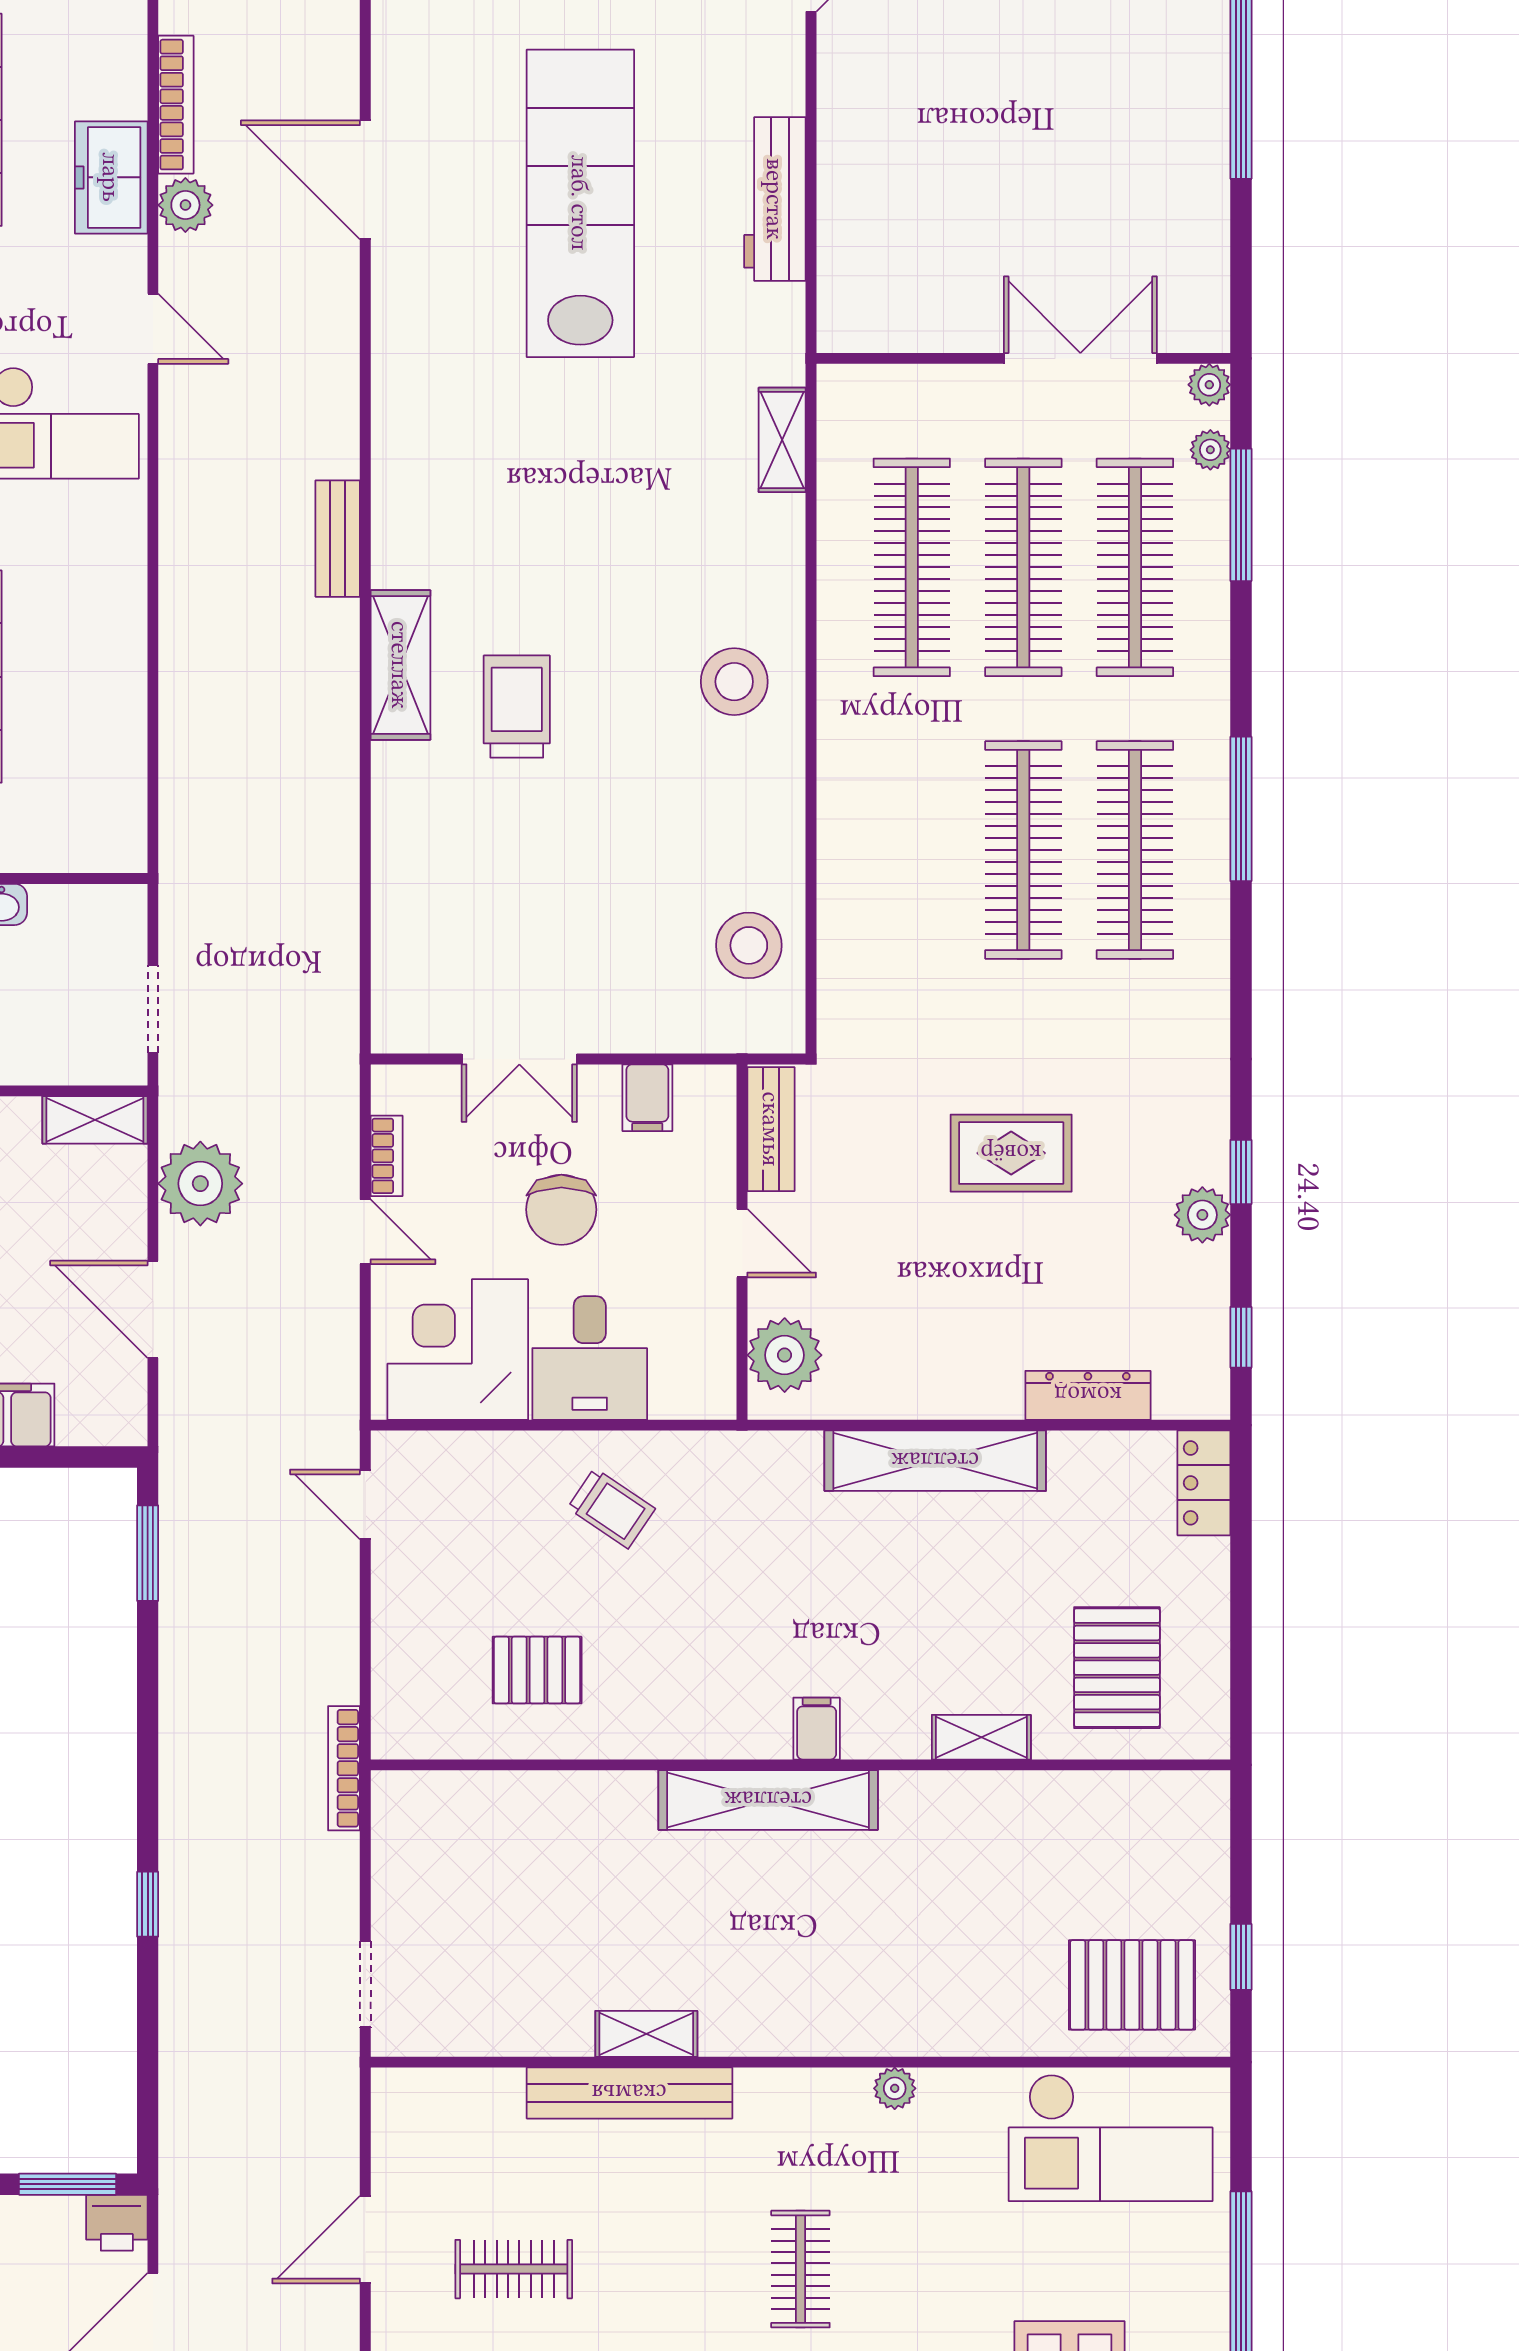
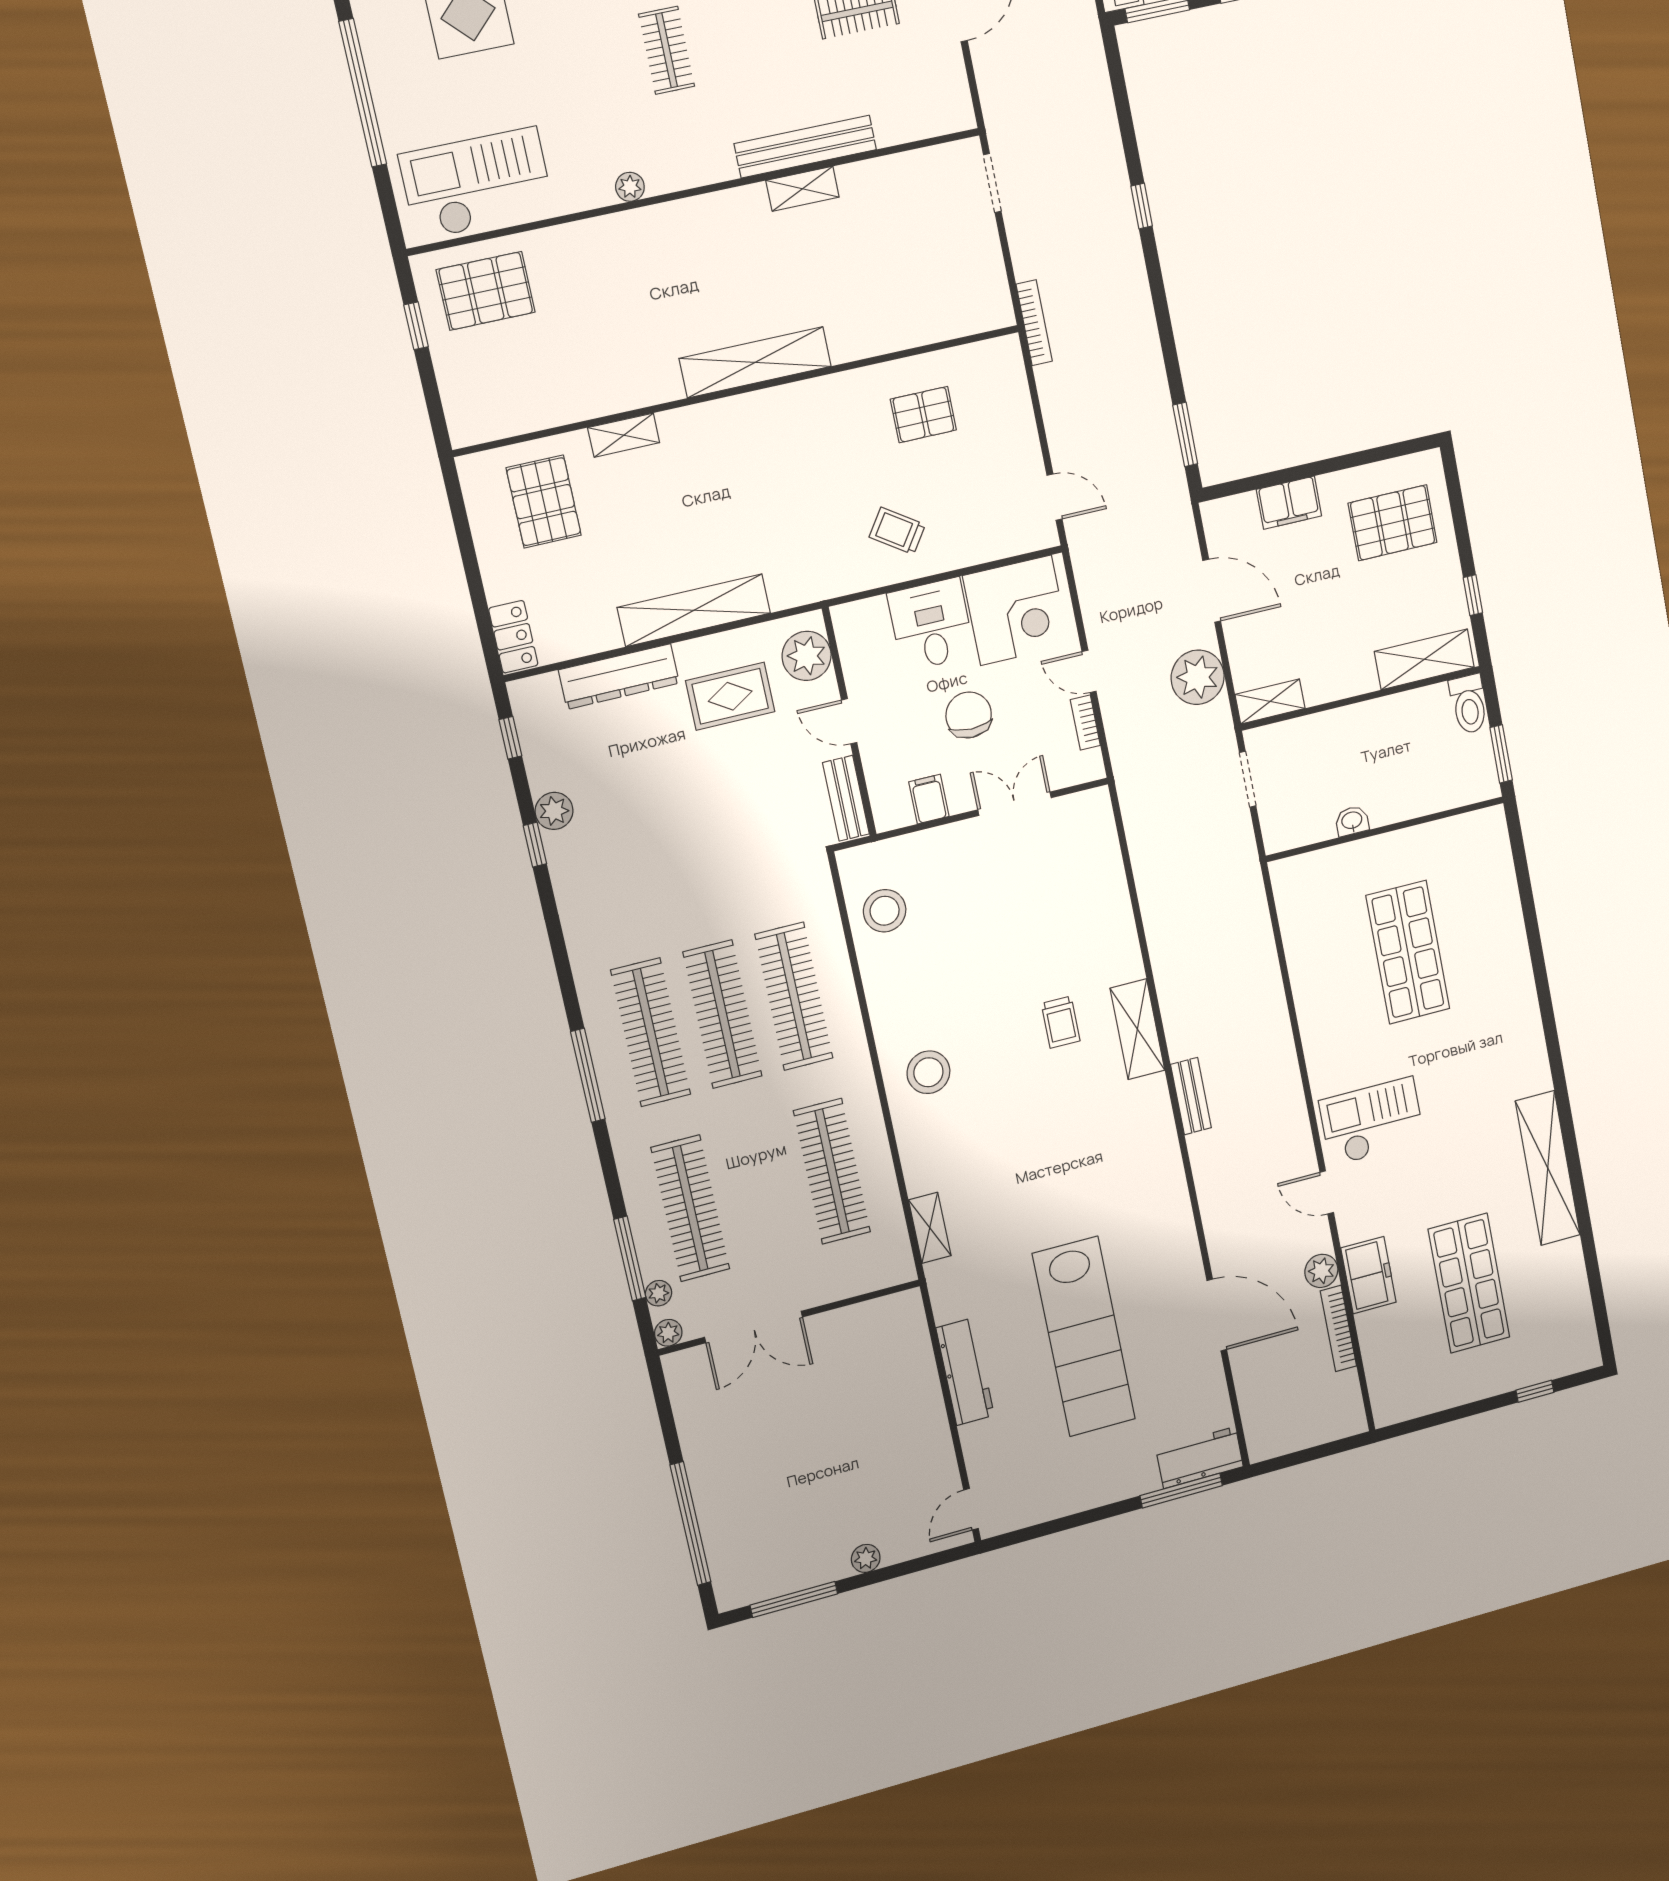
clothes rail: (1023, 567) -> (794, 996), moved
trolley: (517, 707) -> (1061, 1022), width x0.73, depth x0.72
rug: (1011, 1153) -> (730, 696), moved
dresser: (1088, 1395) -> (619, 676), width x1.37, depth x1.24
filing cabinet: (817, 1729) -> (734, 417), removed

